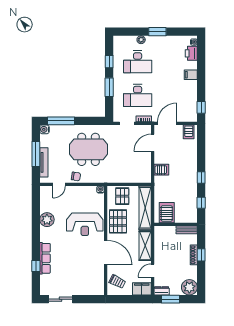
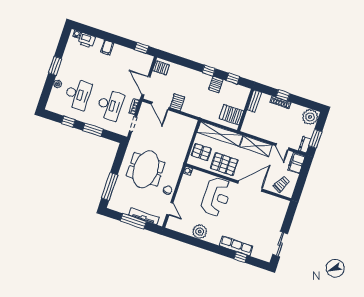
water cooler: (44, 129) -> (113, 205), removed
server rack: (161, 170) -> (177, 102), moved
server rack: (190, 189) -> (216, 84), added

